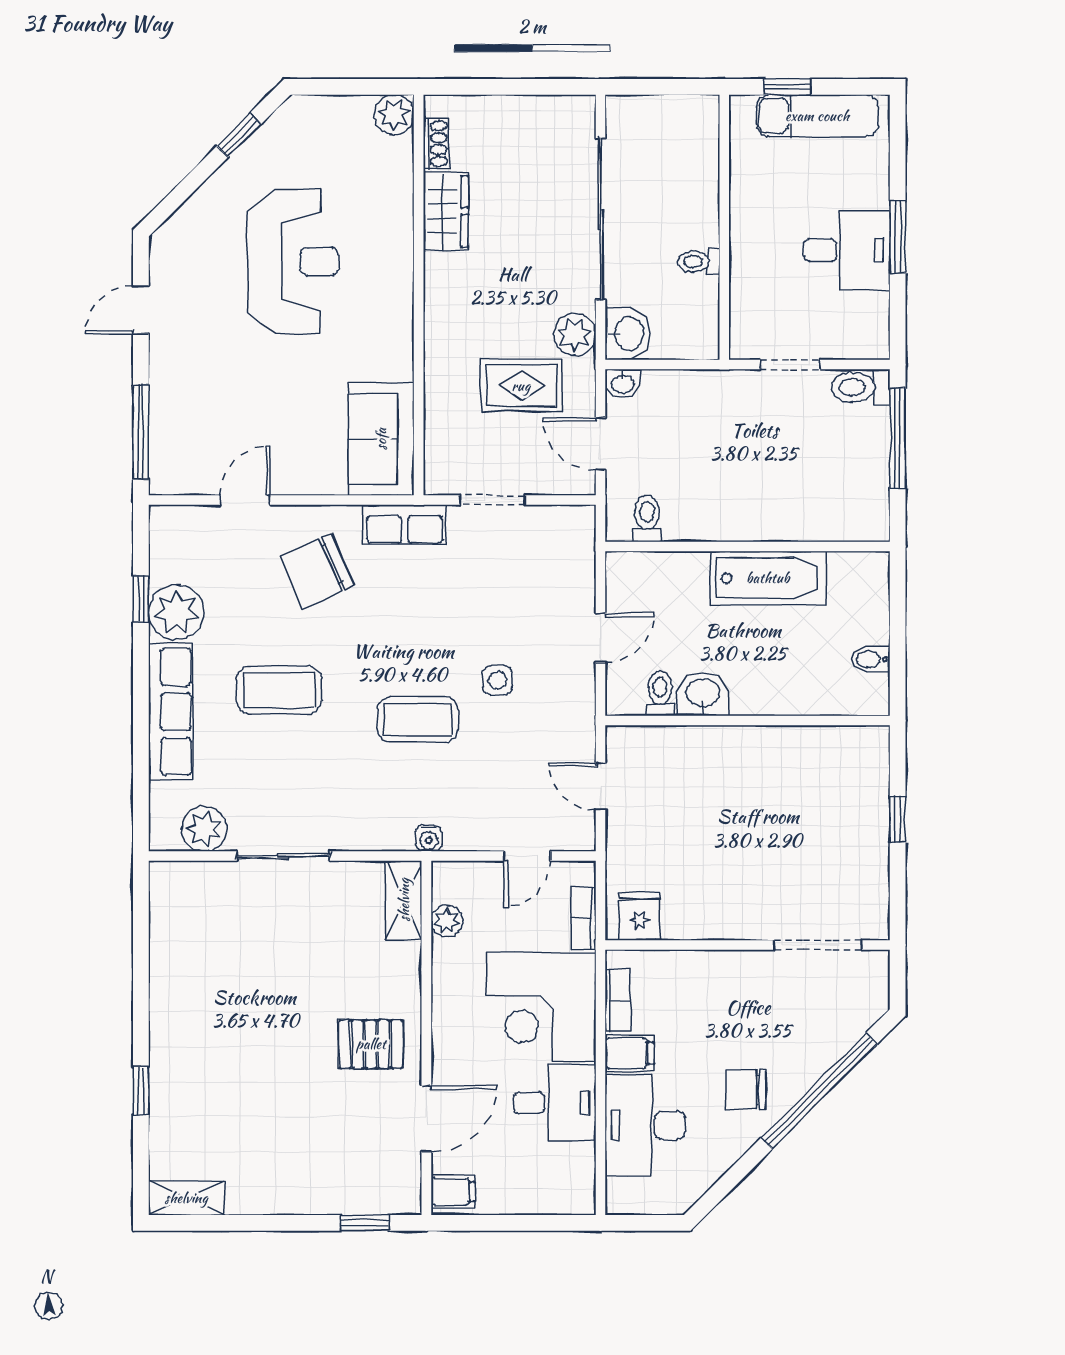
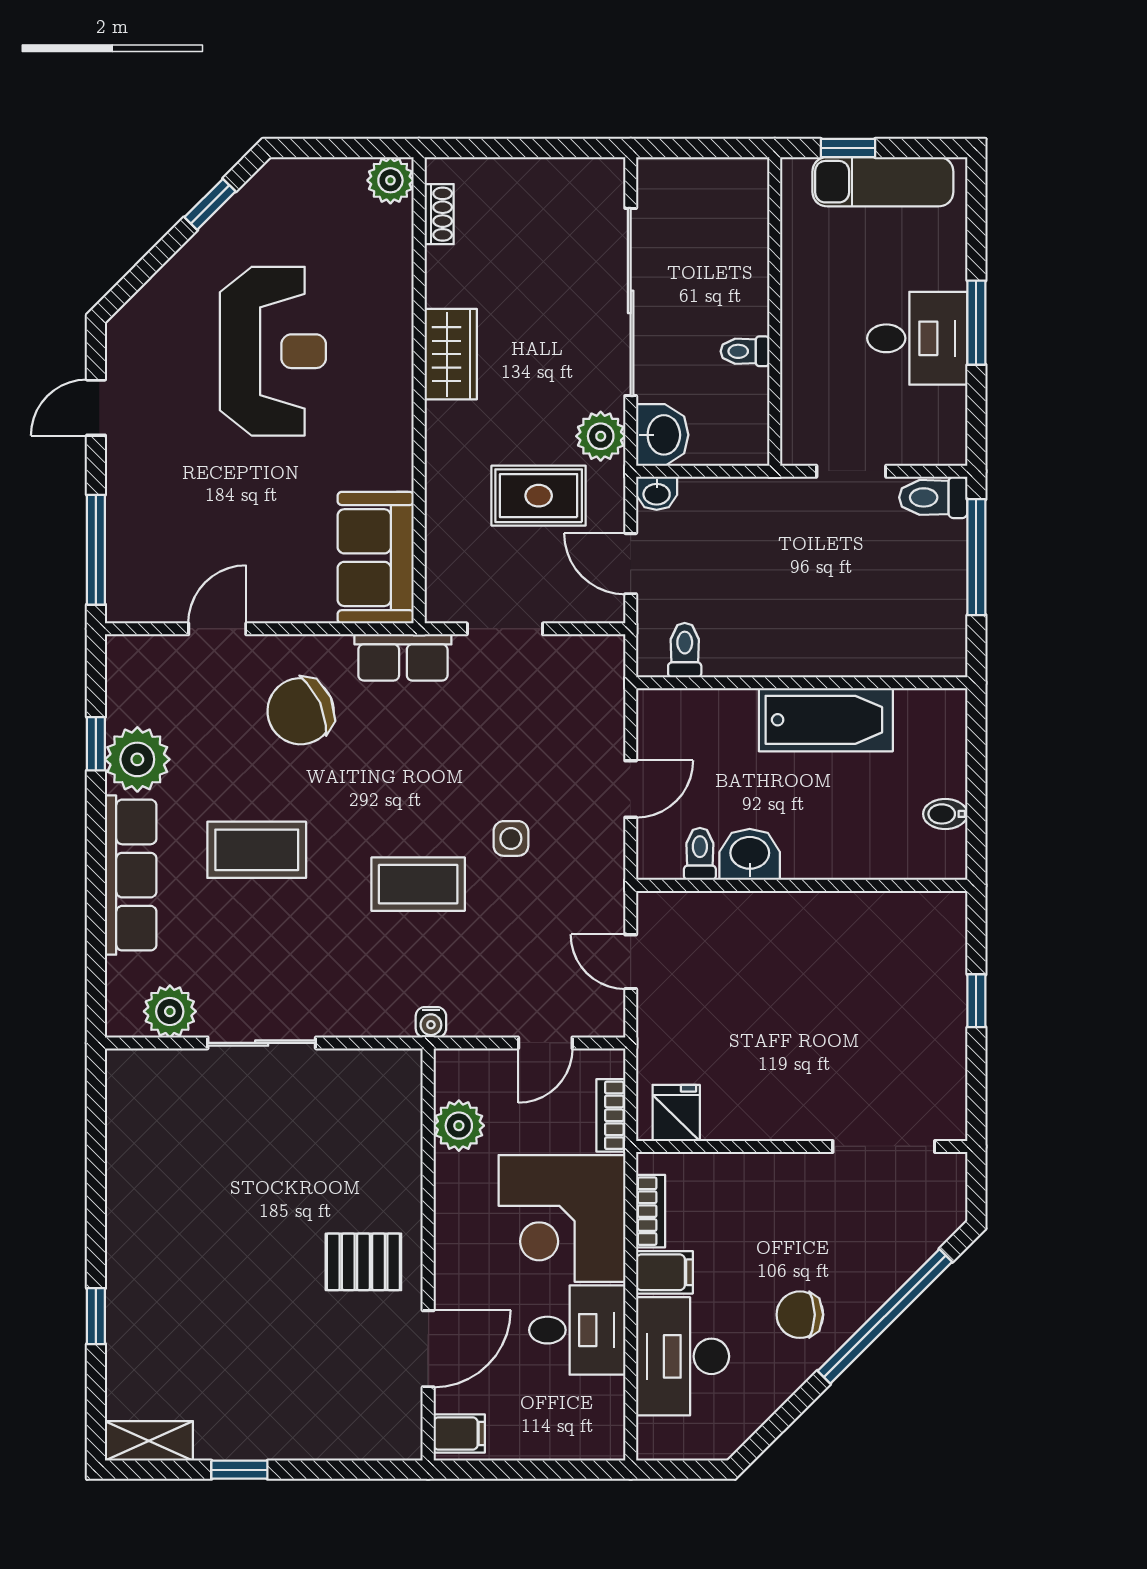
wardrobe: (446, 211) -> (451, 354), moved
shelving: (404, 900) -> (402, 1094), removed
plant: (447, 921) -> (459, 1126), width x1.38, depth x1.38
window: (365, 1223) -> (239, 1470), moved

